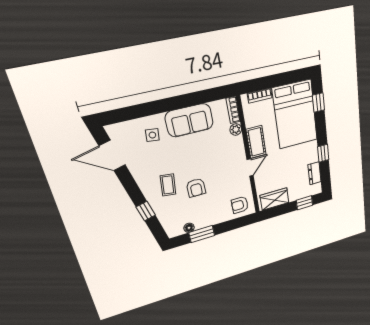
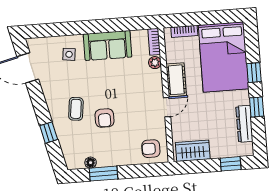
window: (318, 103) -> (254, 73), moved
dresser: (314, 173) -> (244, 124), width x1.44

